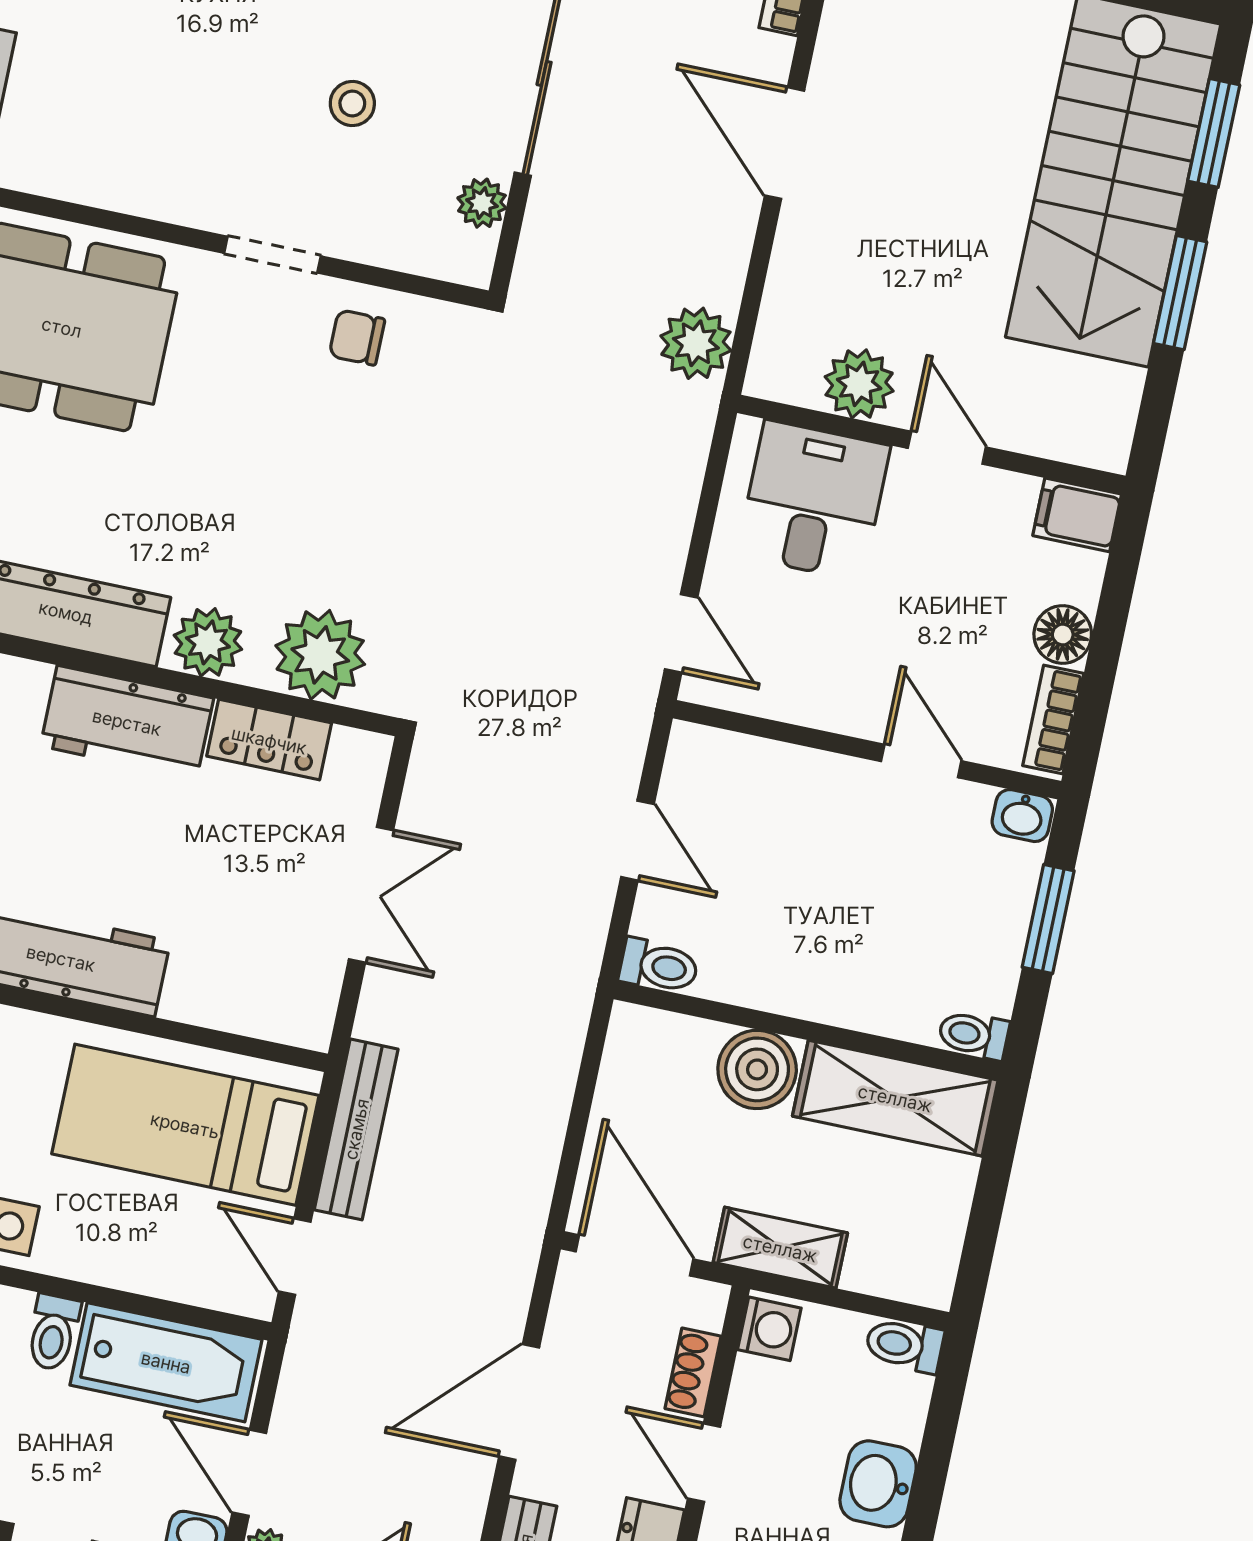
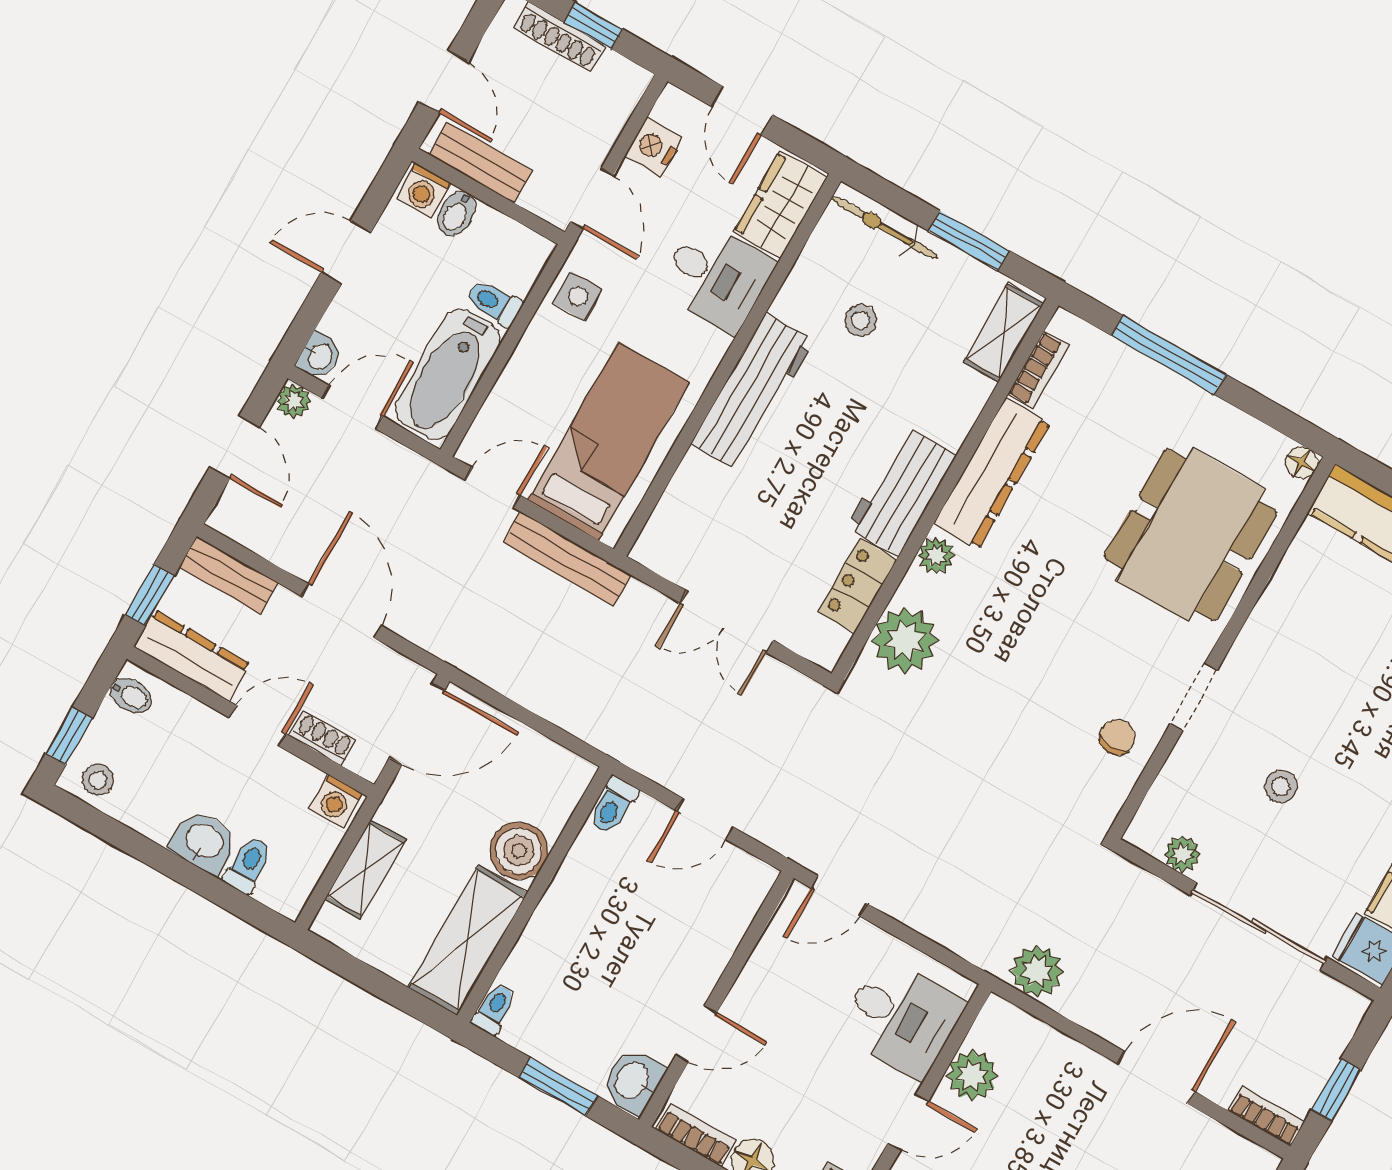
plant: (208, 642) -> (936, 556), width x0.73, depth x0.73
washbasin: (1022, 816) -> (633, 1081), width x1.38, depth x1.45
shelving: (780, 1248) -> (366, 869), moved
toilet: (904, 1345) -> (248, 865), moved

